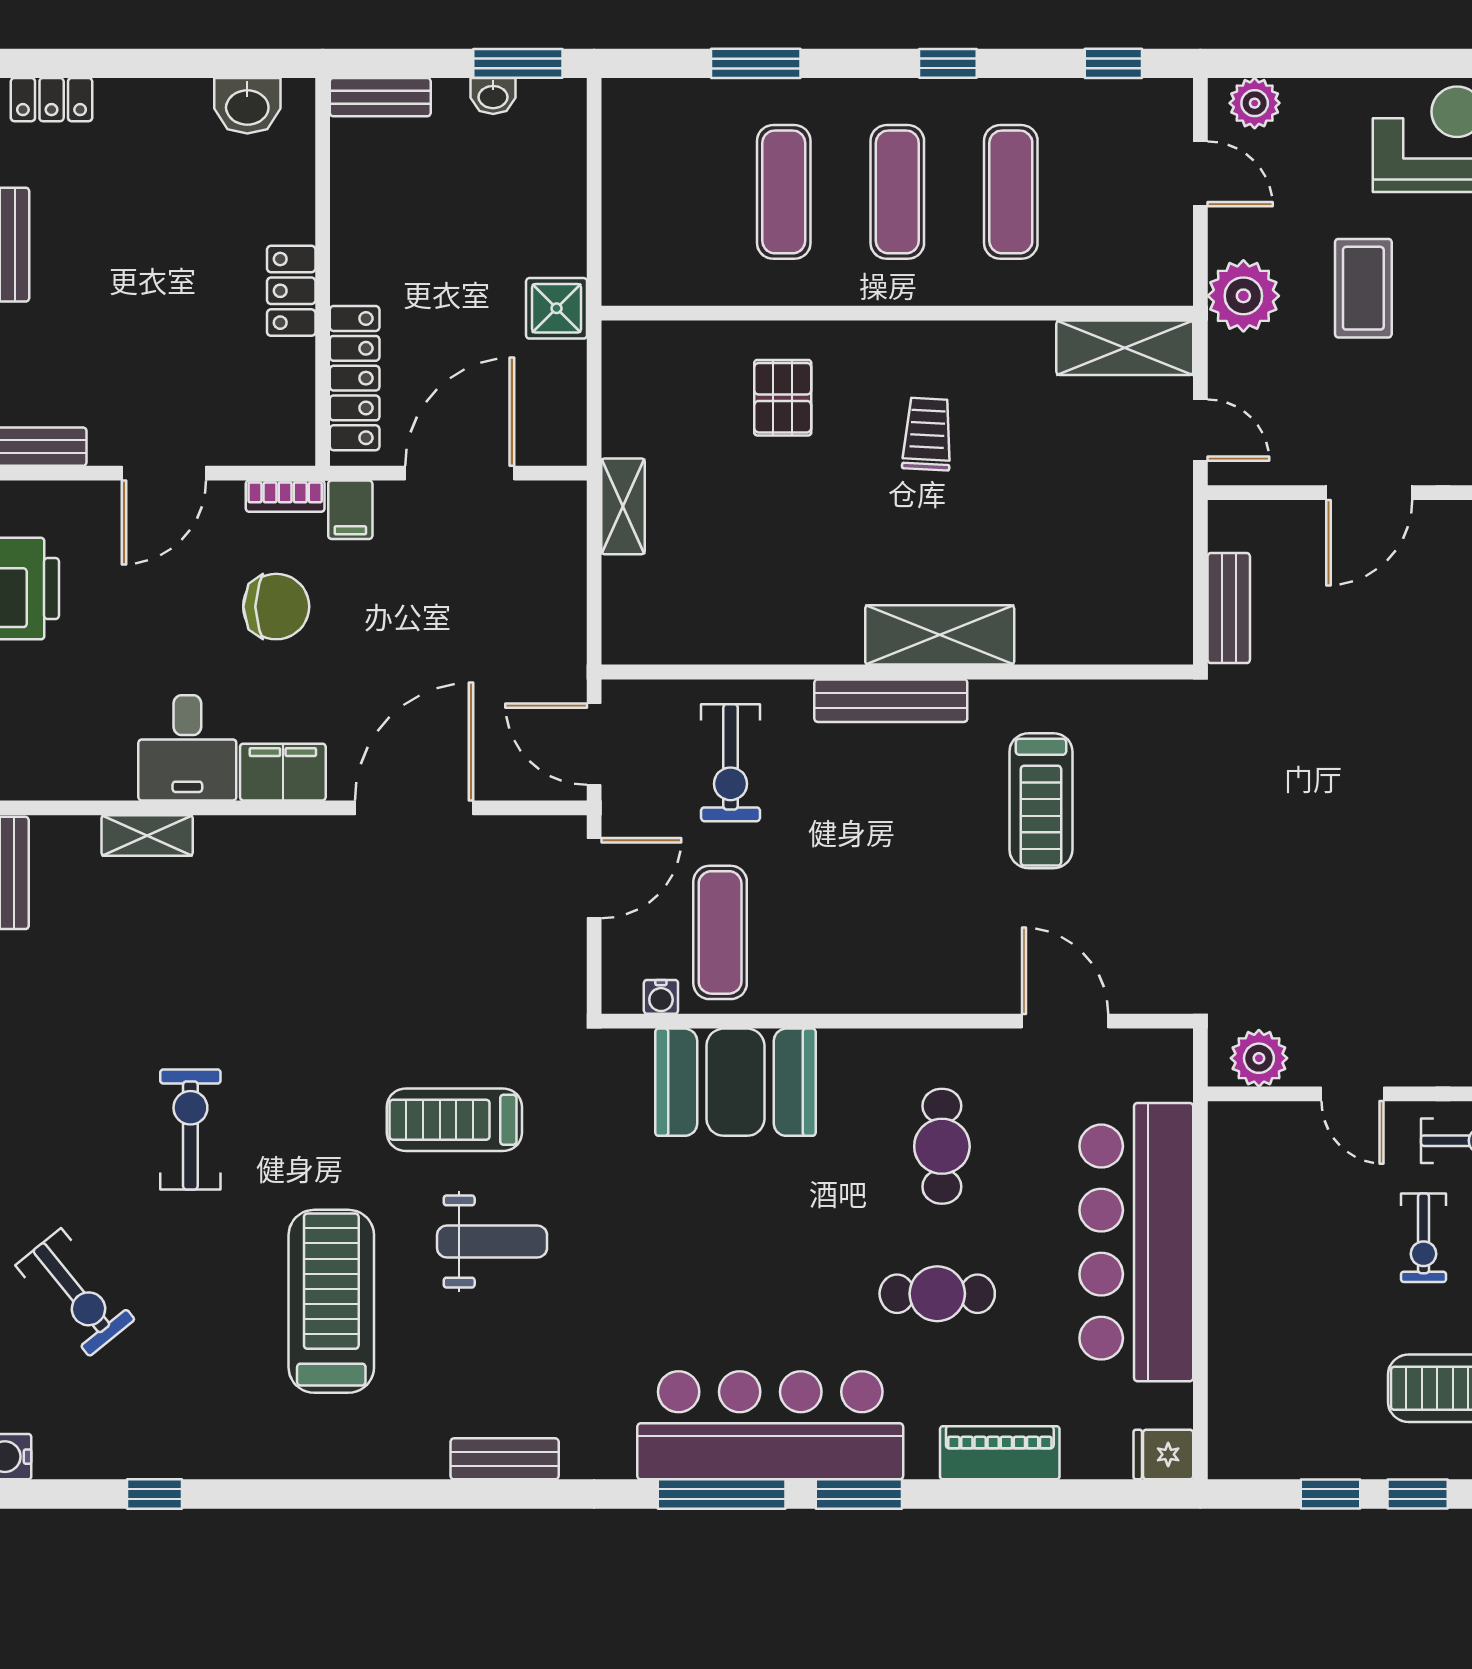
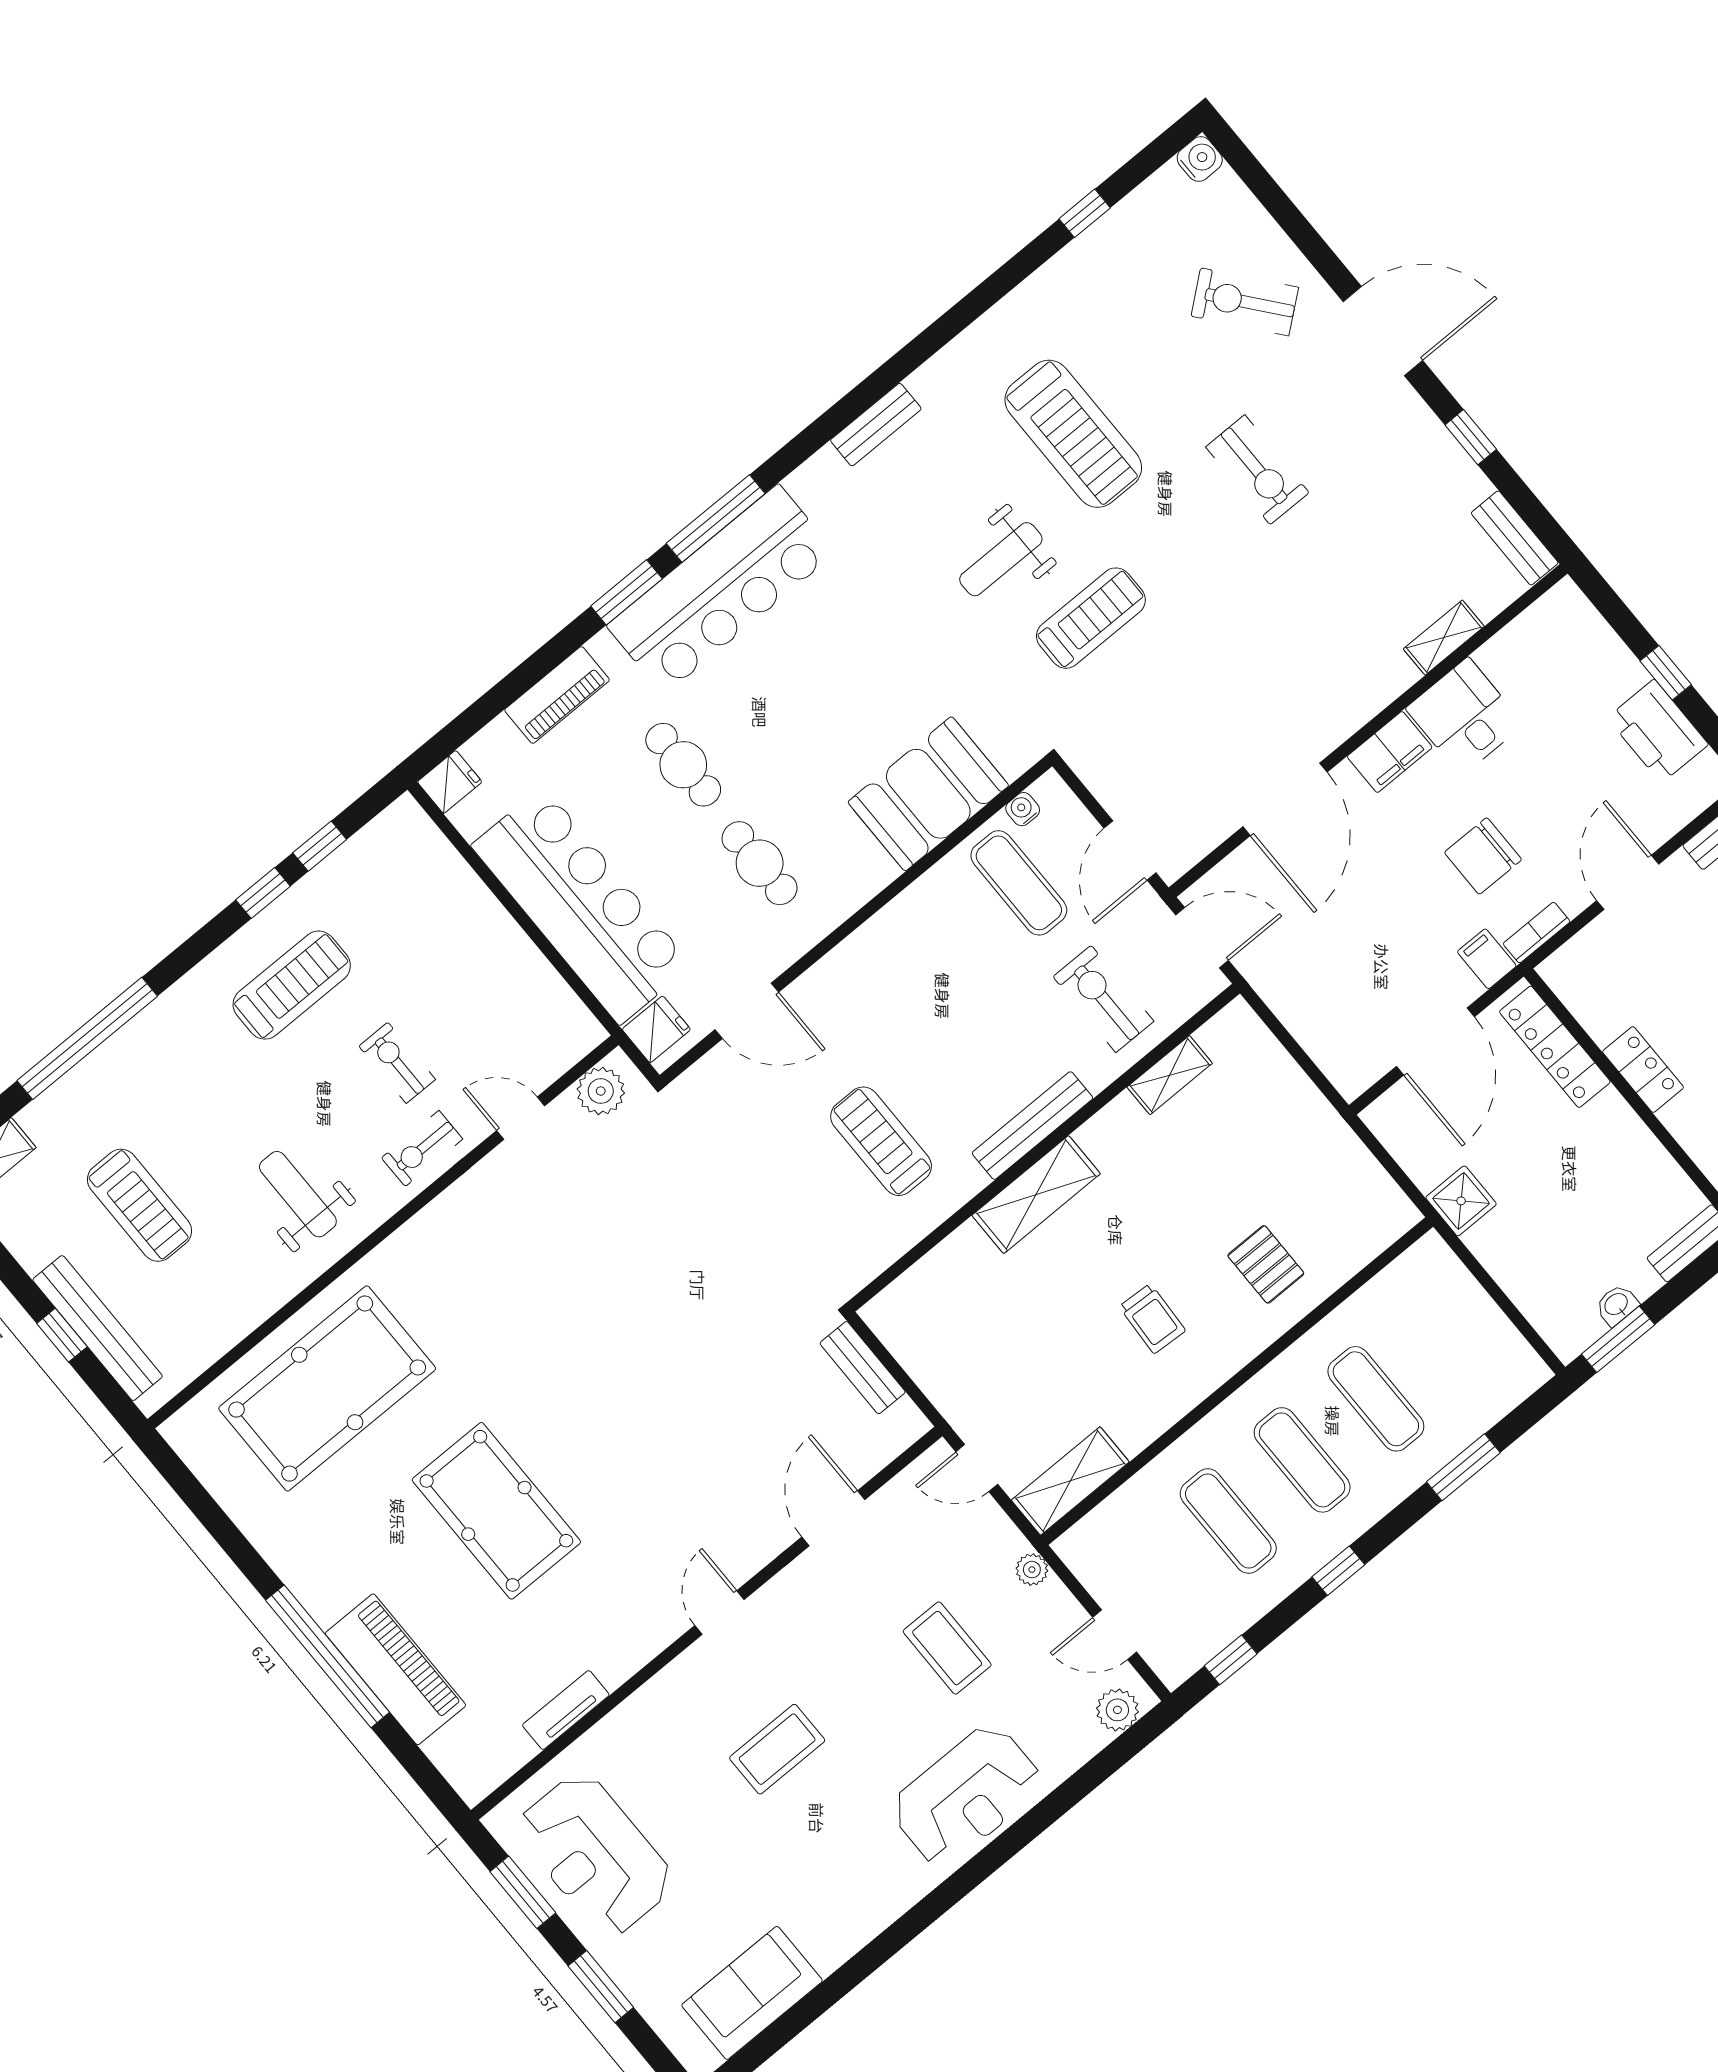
plant: (1243, 296) -> (1032, 1570), width x0.53, depth x0.53
shelving: (623, 506) -> (1170, 1075), moved, turned 90
fridge: (1162, 1073) -> (656, 1029), added
cafe table: (937, 1294) -> (683, 765), turned 90

